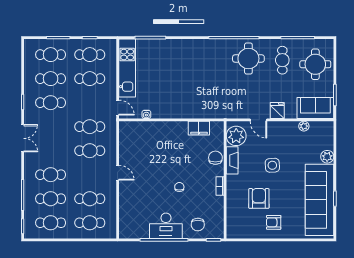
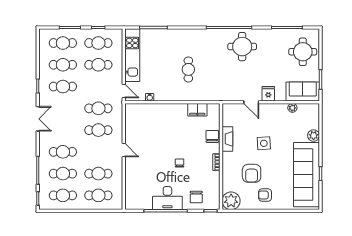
cafe table: (282, 60) -> (188, 69), moved
plant: (236, 136) -> (231, 201), moved
armchair: (259, 198) -> (252, 173), turned 180

